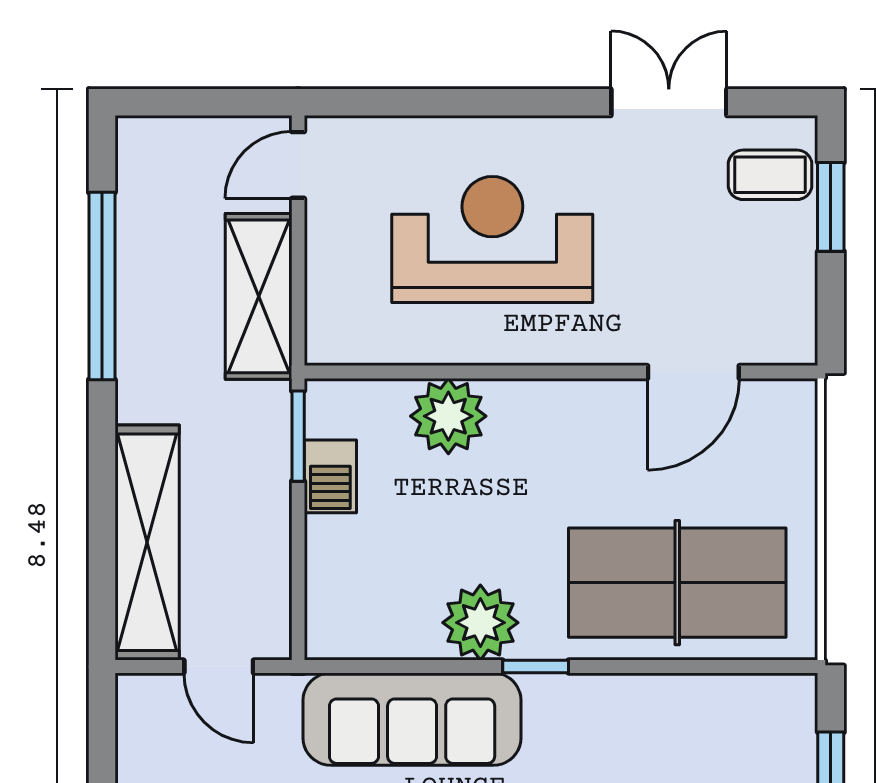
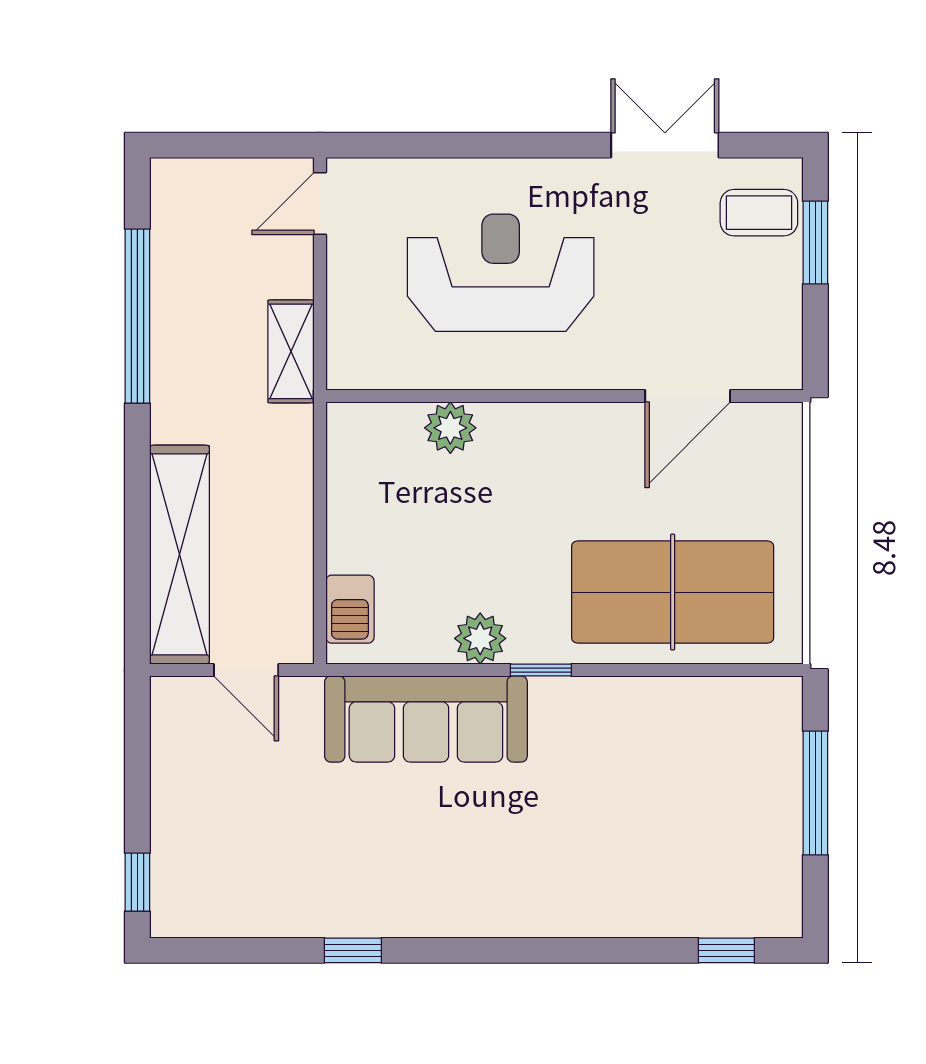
shelving: (259, 296) -> (291, 351), width x0.67, depth x0.75
plant: (448, 416) -> (450, 428), width x0.73, depth x0.73
window: (298, 436) -> (320, 456), removed
barbecue: (330, 476) -> (350, 609), moved
plant: (480, 623) -> (480, 638), width x0.73, depth x0.73

